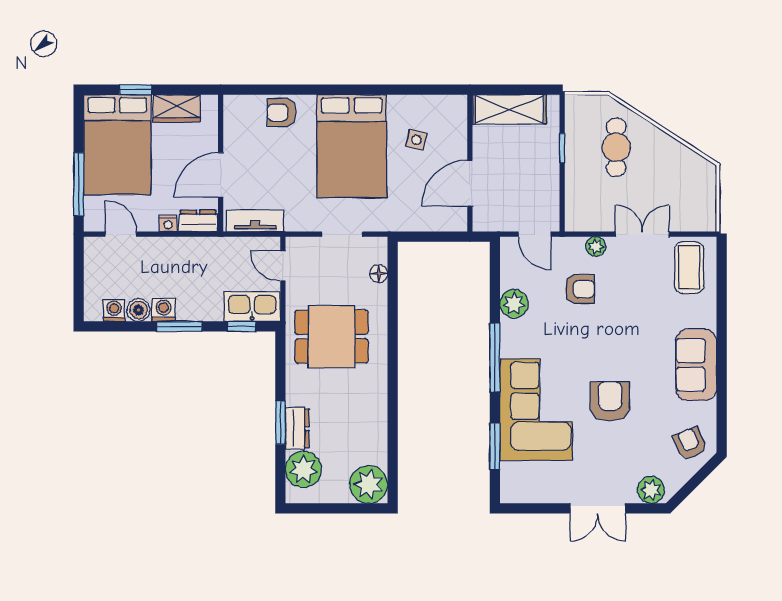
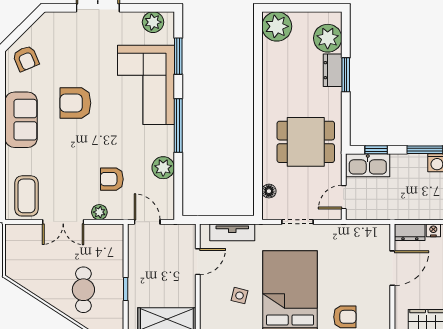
door: (470, 183) -> (198, 262), width x0.73
tv unit: (255, 221) -> (232, 232), moved
door: (283, 266) -> (344, 197), swing flipped
armchair: (610, 401) -> (75, 103), moved, turned 90
plant: (651, 490) -> (153, 22), moved

